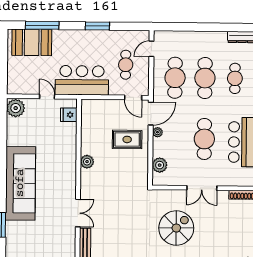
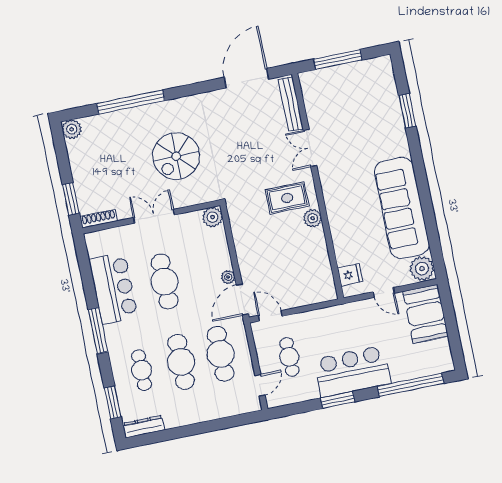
window: (42, 25) -> (411, 385), width x1.46
booth: (32, 42) -> (425, 314), moved, turned 90
bar counter: (82, 80) -> (352, 371), moved, turned 180
rug: (127, 139) -> (287, 198), moved
plant: (160, 165) -> (213, 217), moved
sofa: (20, 183) -> (402, 208), moved

